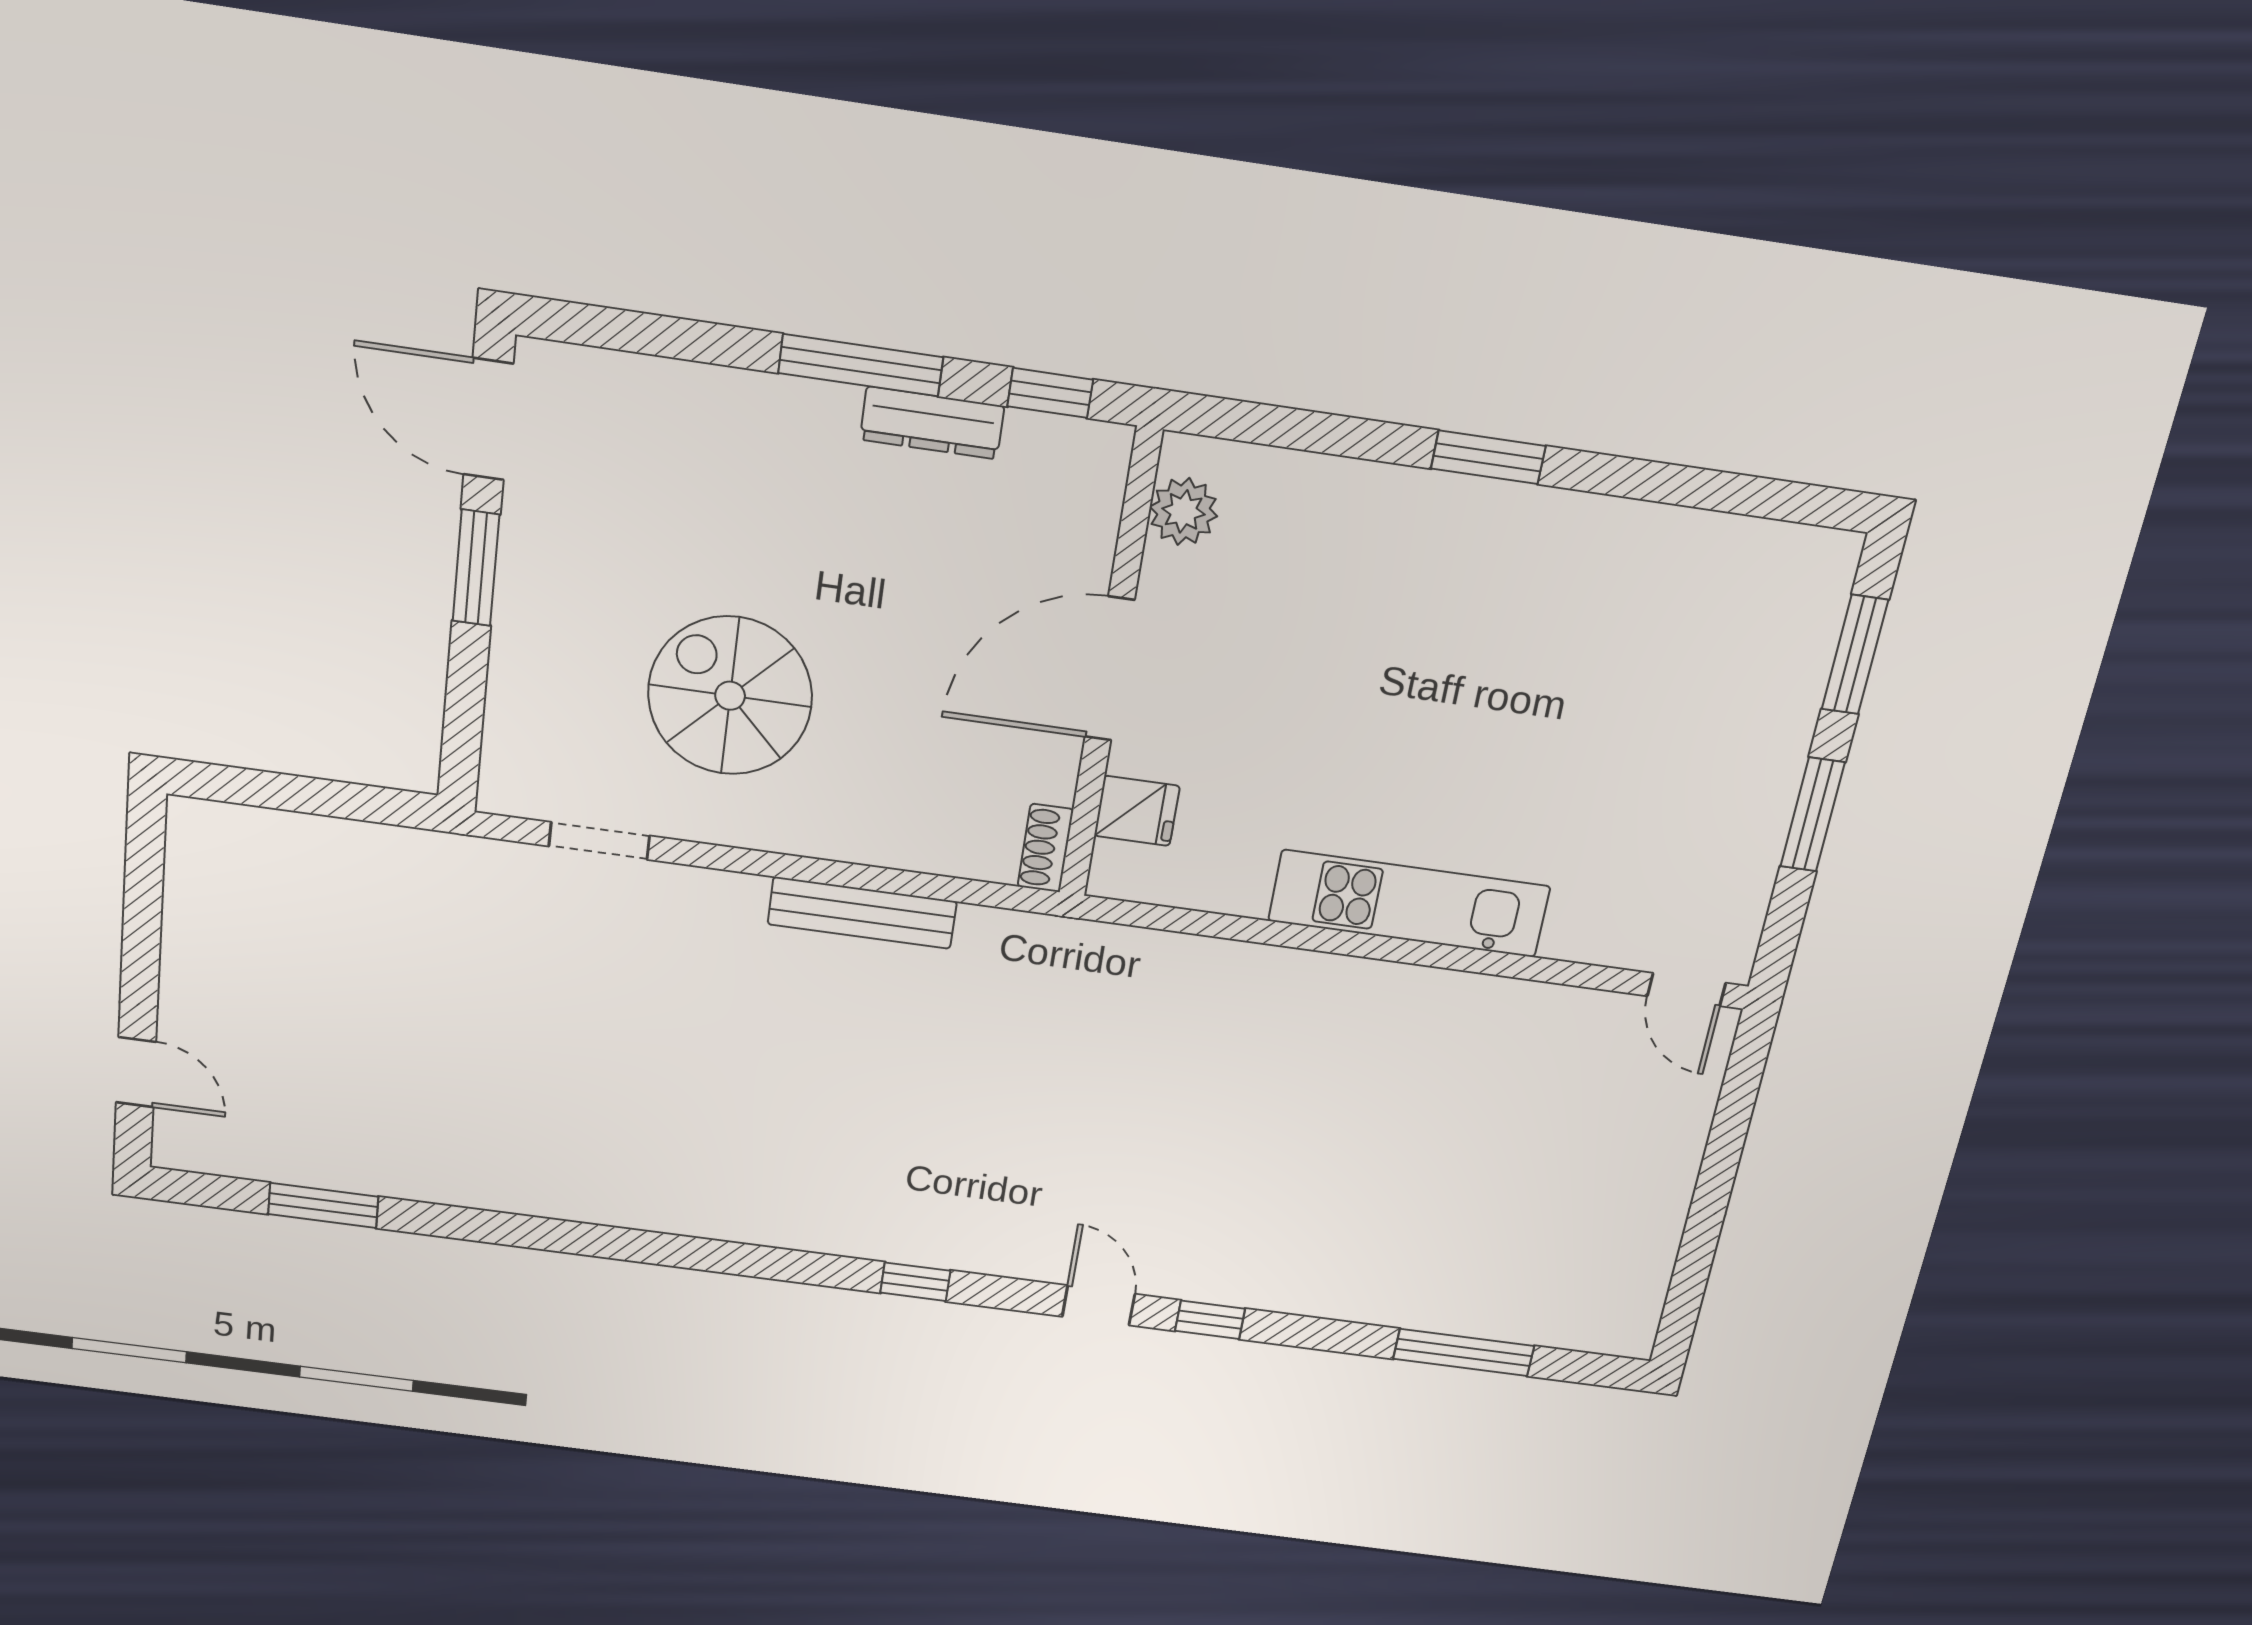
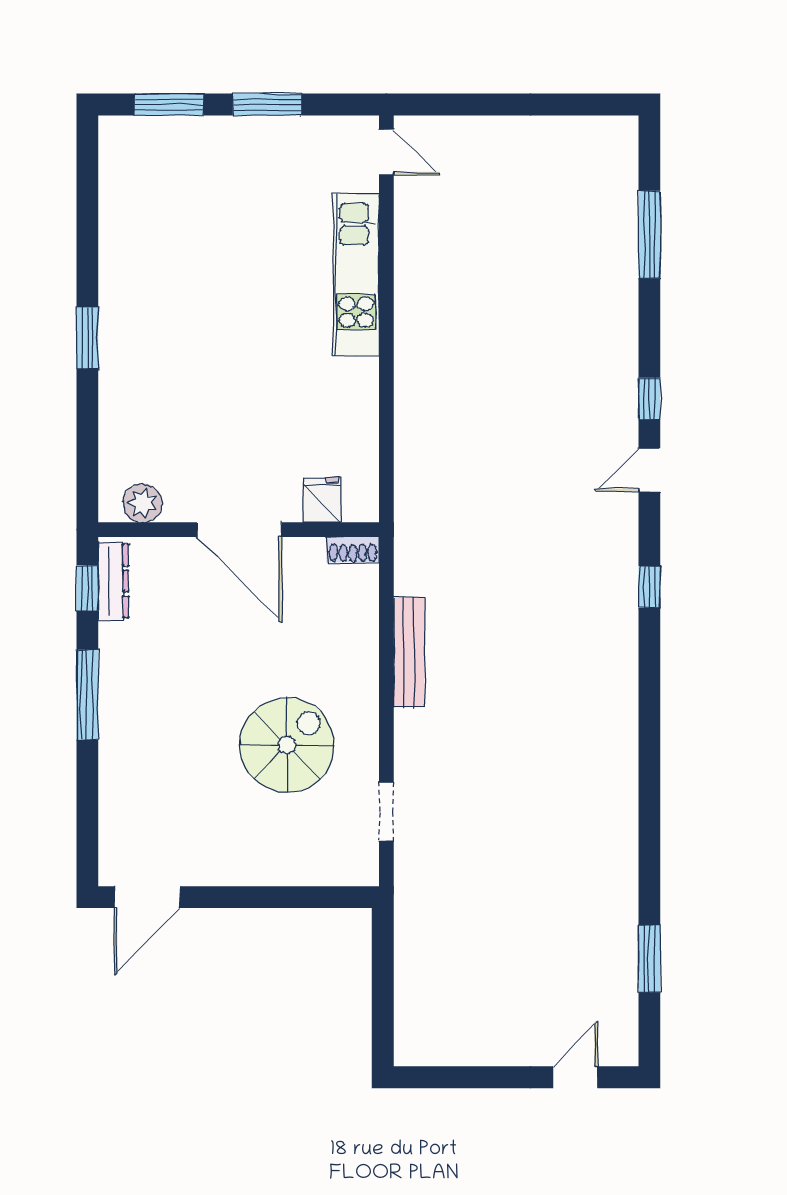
dresser: (932, 423) -> (113, 581), moved
window: (476, 568) -> (233, 897), removed
spiral stairs: (730, 696) -> (287, 745), turned 180
kitchen unit: (1409, 904) -> (356, 275), moved
door: (1686, 990) -> (386, 152), hinge flipped

